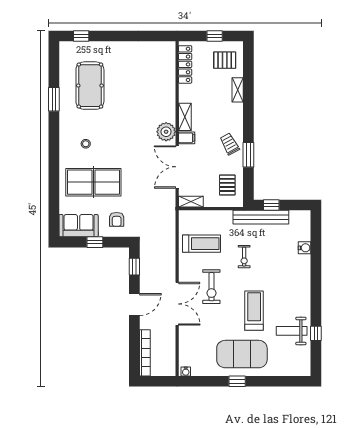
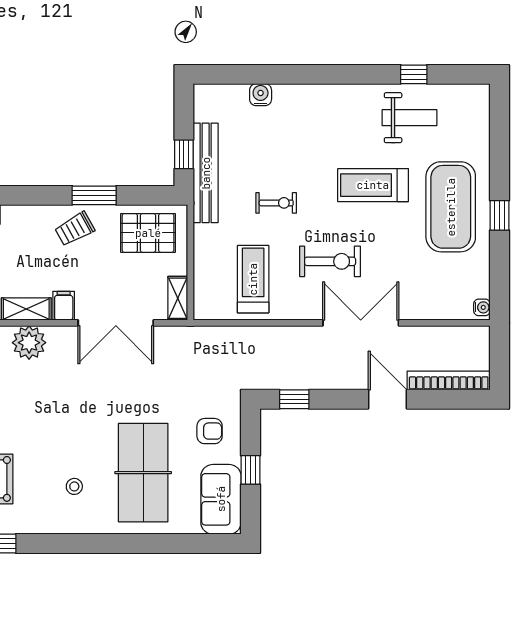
plant: (166, 132) -> (29, 343), moved
pallet: (227, 185) -> (148, 233), width x1.50, depth x1.42
door: (134, 305) -> (388, 399), moved
weight bench: (292, 331) -> (409, 118), turned -90

